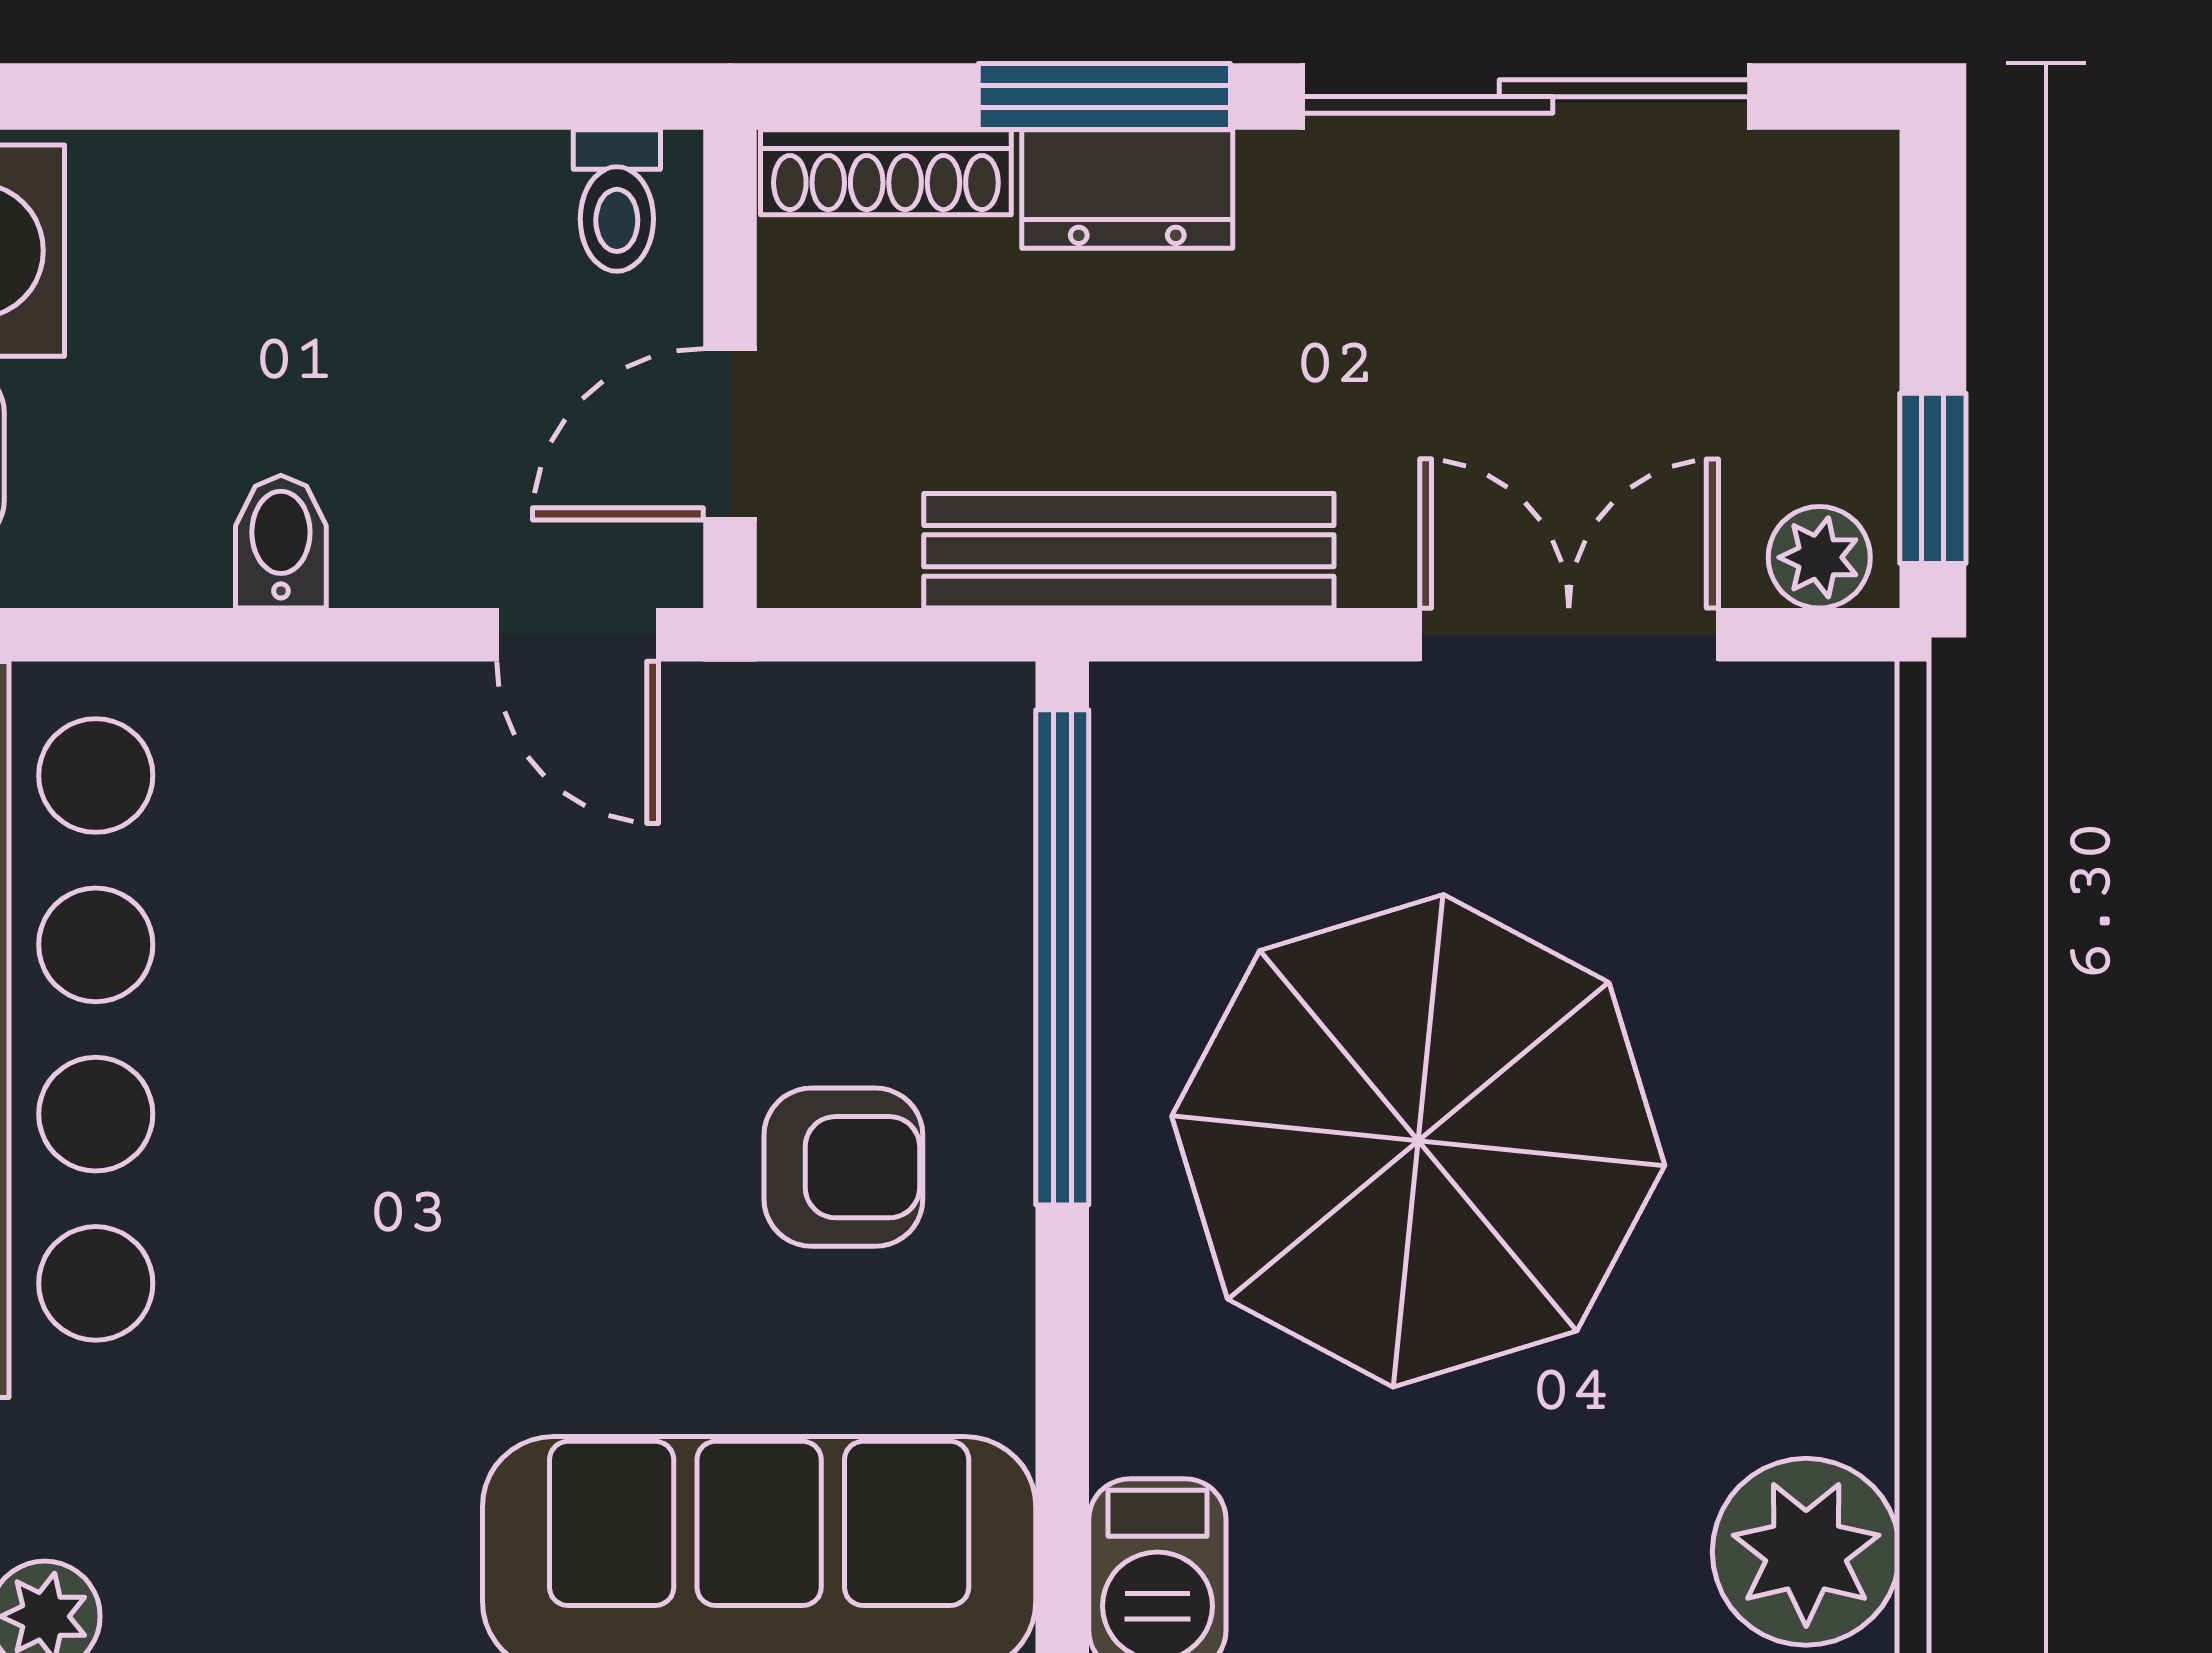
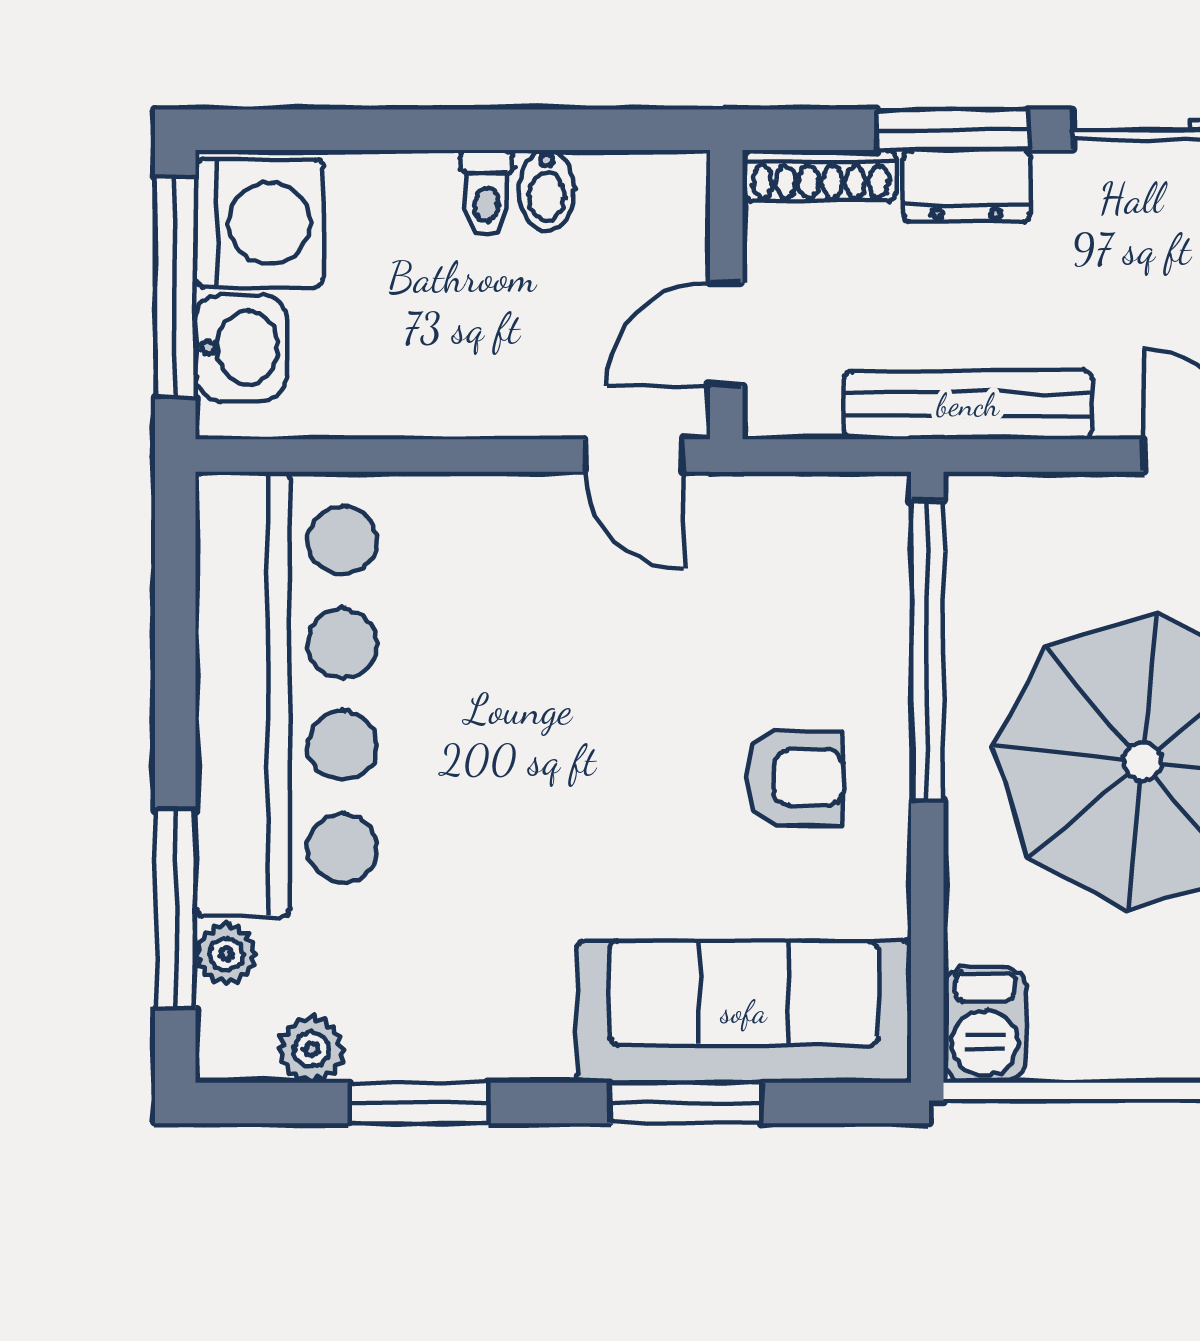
toilet: (617, 201) -> (486, 193), moved
bidet: (281, 542) -> (547, 190), moved, turned 180

